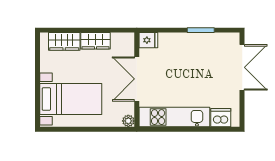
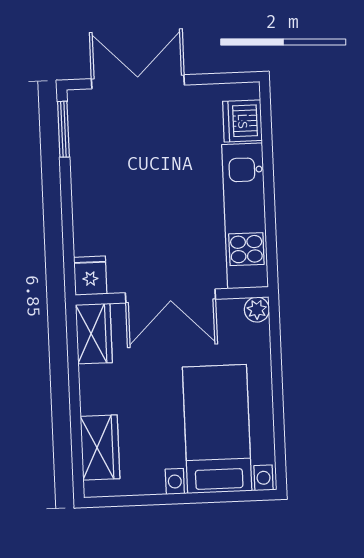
window: (201, 30) -> (63, 129), moved
wardrobe: (95, 41) -> (94, 334), moved

